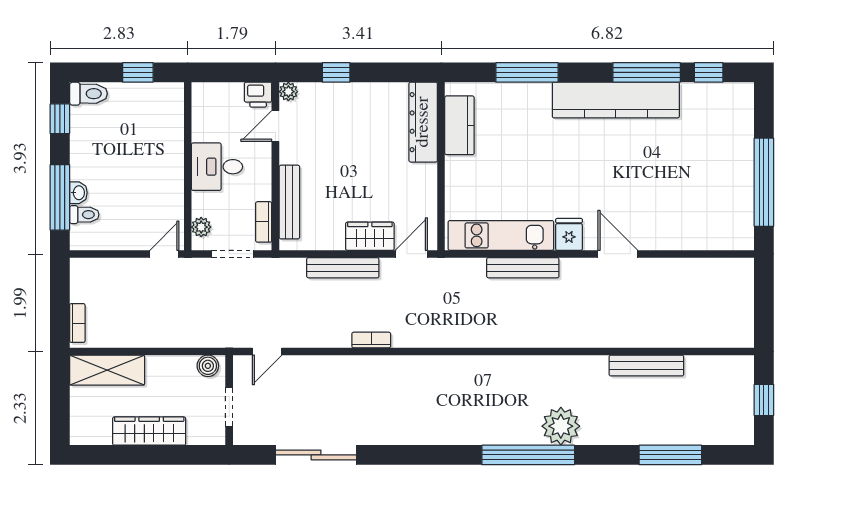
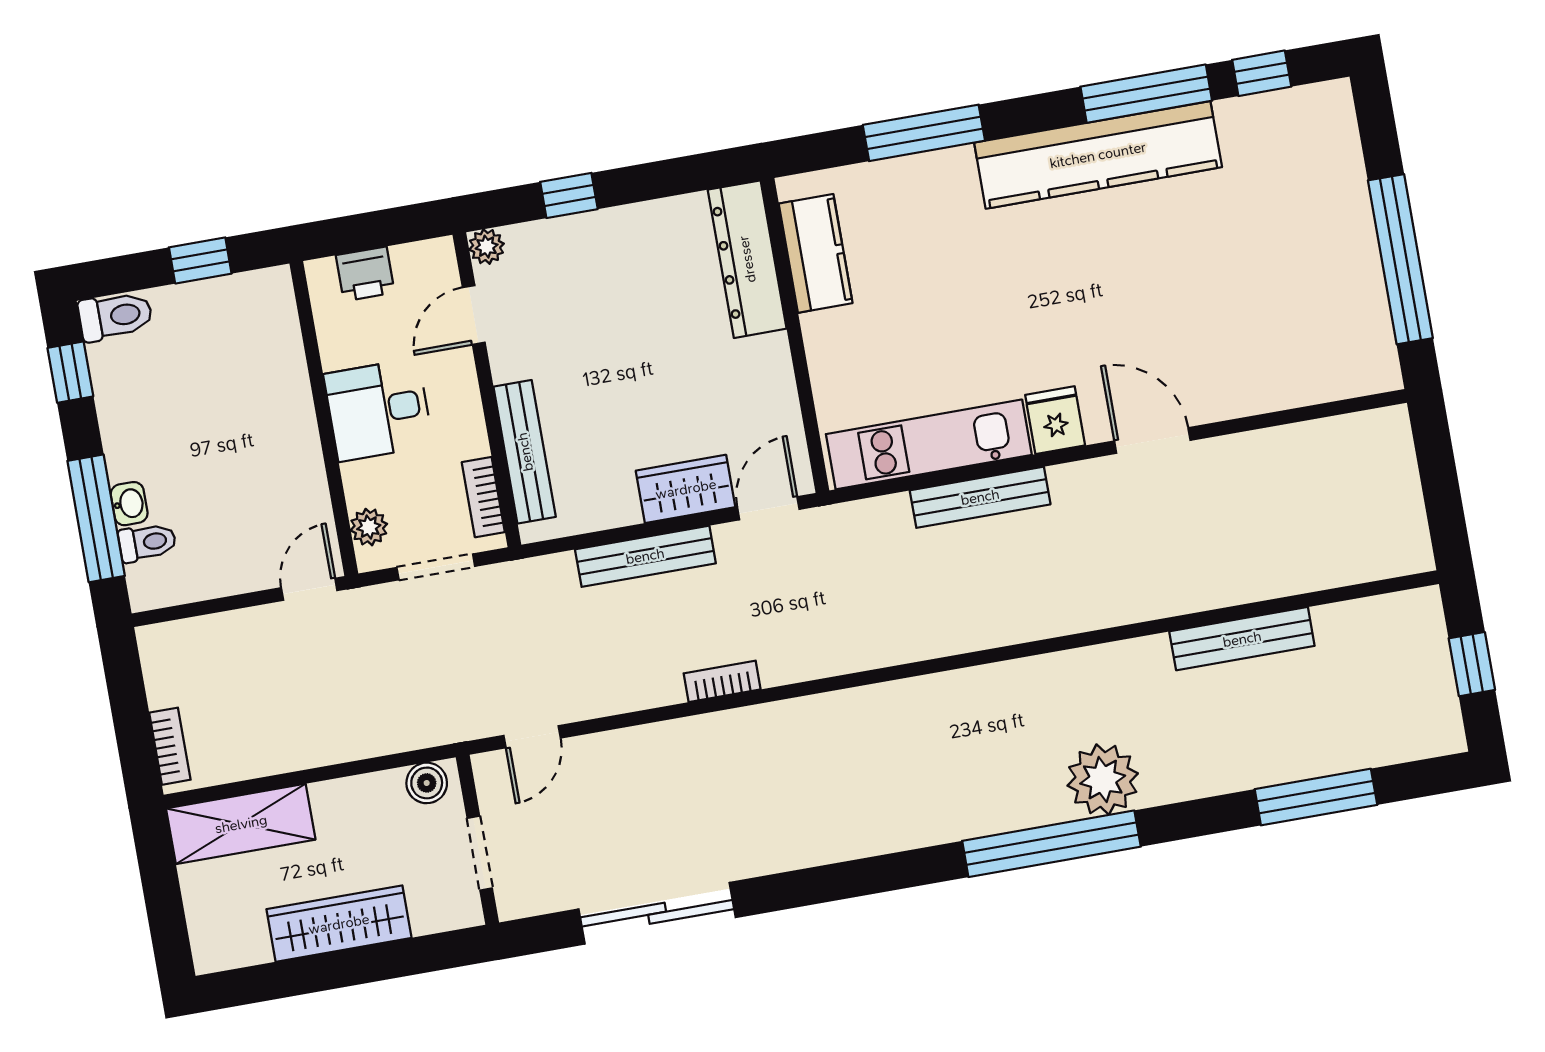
printer: (258, 95) -> (365, 274), moved

